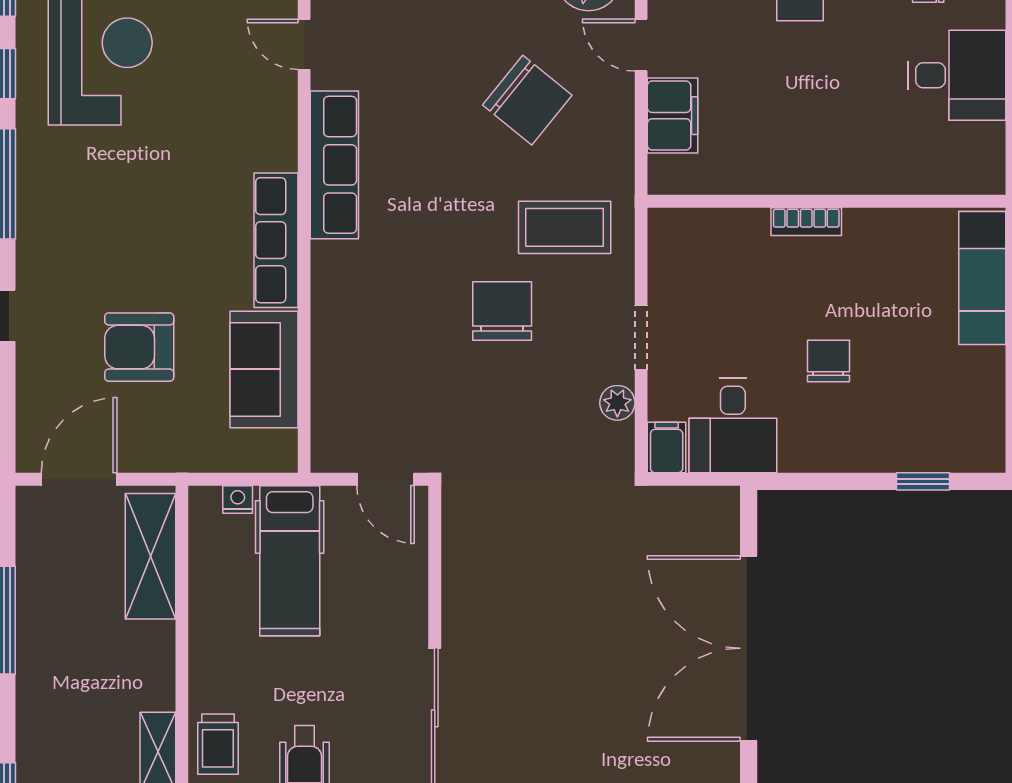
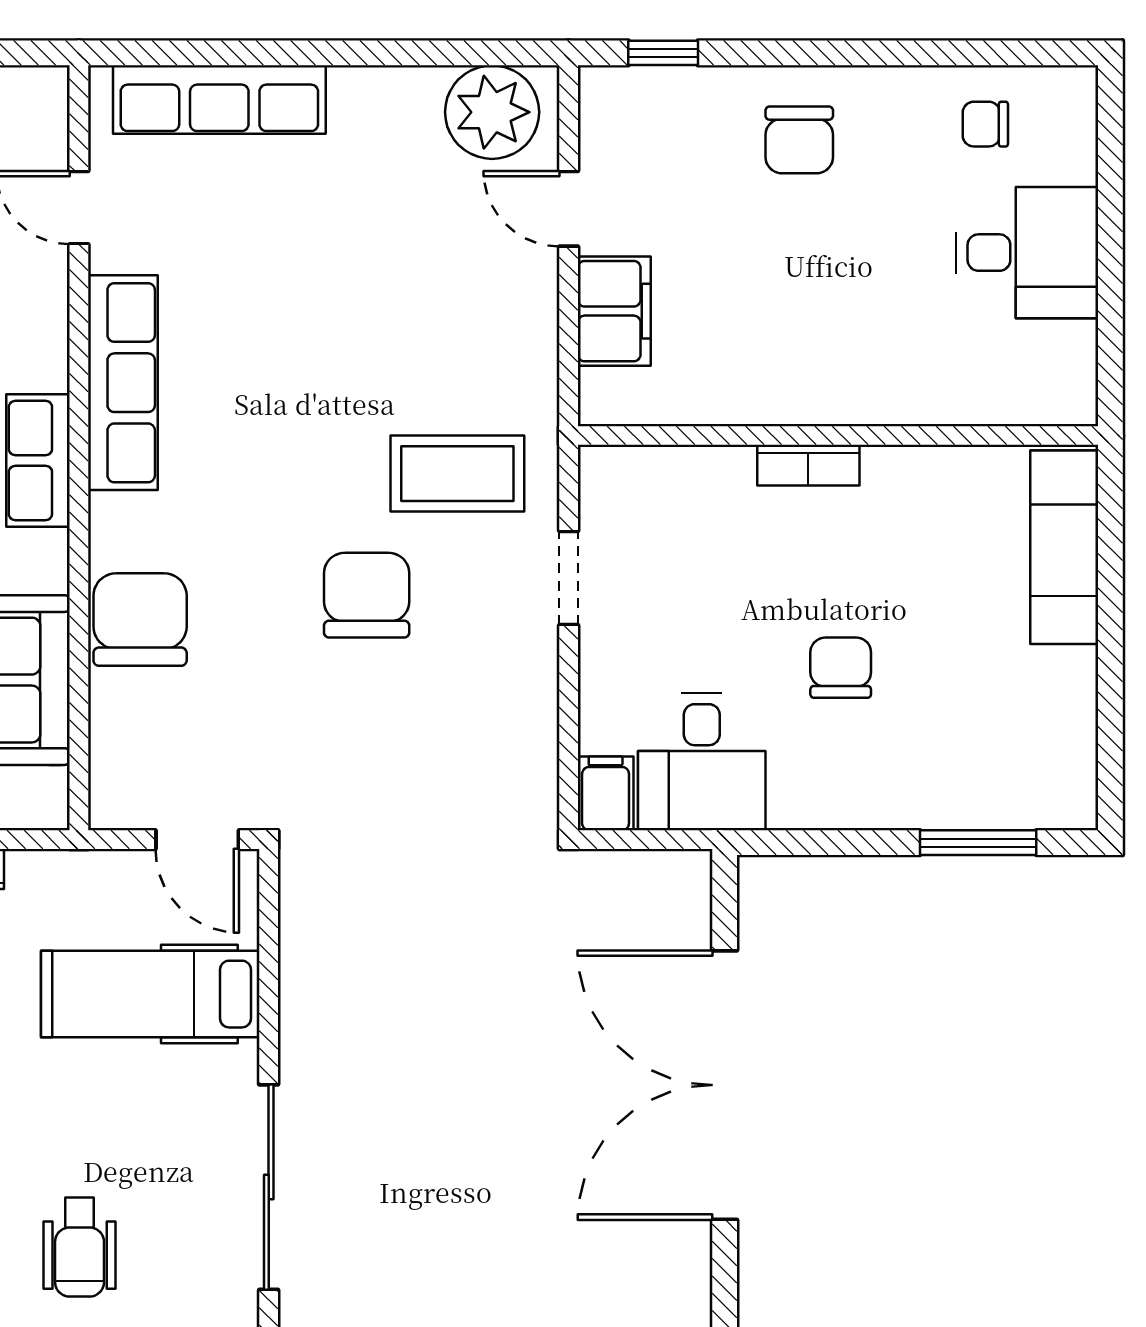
chair: (527, 100) -> (140, 620), moved, turned -129
row of seats: (276, 240) -> (38, 460), width x0.68
doorway: (641, 337) -> (569, 578), moved
plant: (617, 403) -> (534, 728), removed
window: (923, 481) -> (978, 843), width x1.50
hospital bed: (290, 561) -> (150, 994), moved, turned 90

